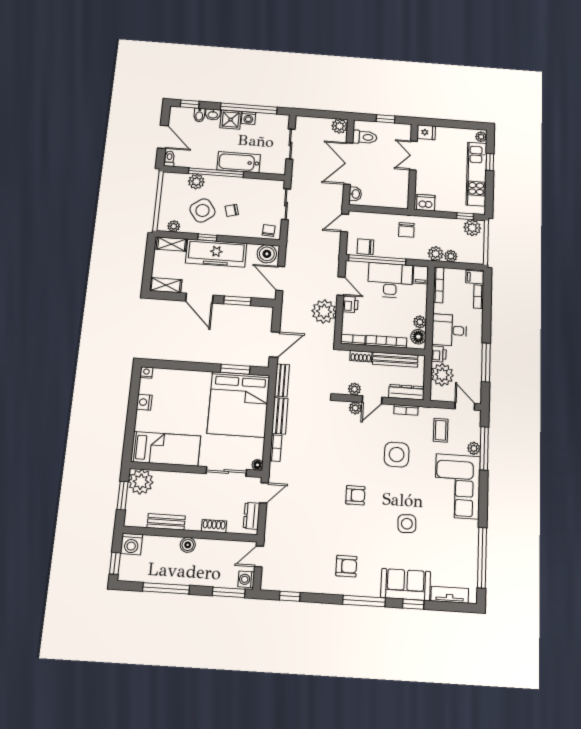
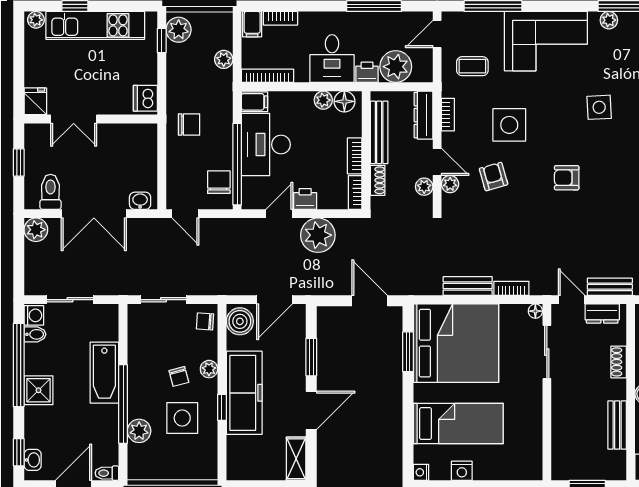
bidet: (199, 115) -> (35, 334), moved
washbasin: (213, 115) -> (33, 460), moved
washing machine: (248, 118) -> (34, 315), moved
side table: (202, 210) -> (182, 418), turned 36
plant: (174, 226) -> (209, 369), moved
shelving: (172, 244) -> (236, 457), removed
chair: (365, 247) -> (219, 182), turned 180
plant: (436, 254) -> (222, 81), removed
bookcase: (386, 342) -> (355, 156), width x0.64
bench: (282, 380) -> (610, 287), moved
armchair: (359, 440) -> (493, 177), added
plant: (474, 448) -> (609, 20), moved
bed: (166, 449) -> (458, 424), moved, turned 90
plant: (141, 482) -> (568, 464), removed
armchair: (355, 495) -> (567, 178), turned -90

